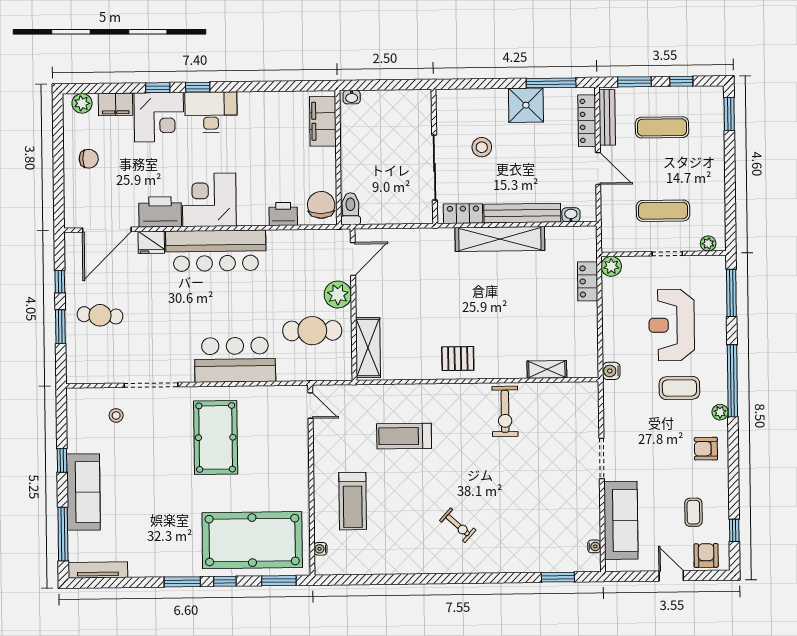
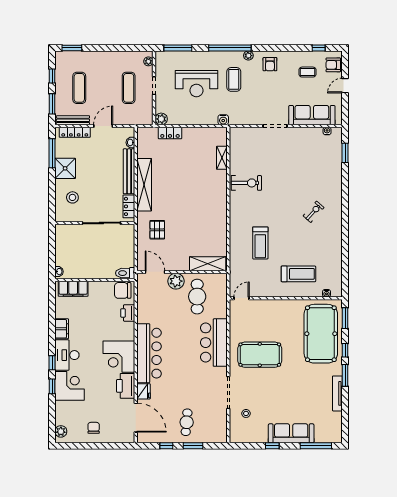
filing cabinet: (116, 104) -> (62, 329), moved
stool: (482, 147) -> (72, 197), moved
pallet: (458, 359) -> (157, 230), moved
tv unit: (98, 570) -> (337, 393), moved

